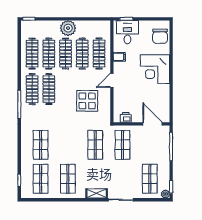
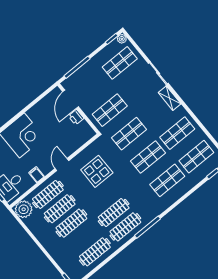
plant: (68, 28) -> (24, 209), moved
clothes rail: (49, 54) -> (83, 237), removed
door: (112, 80) -> (62, 165), swing flipped
printer: (126, 117) -> (76, 117), moved
shop shelf: (68, 145) -> (148, 157), added

